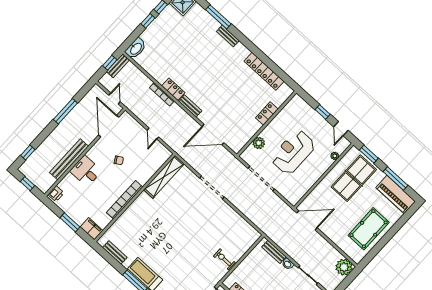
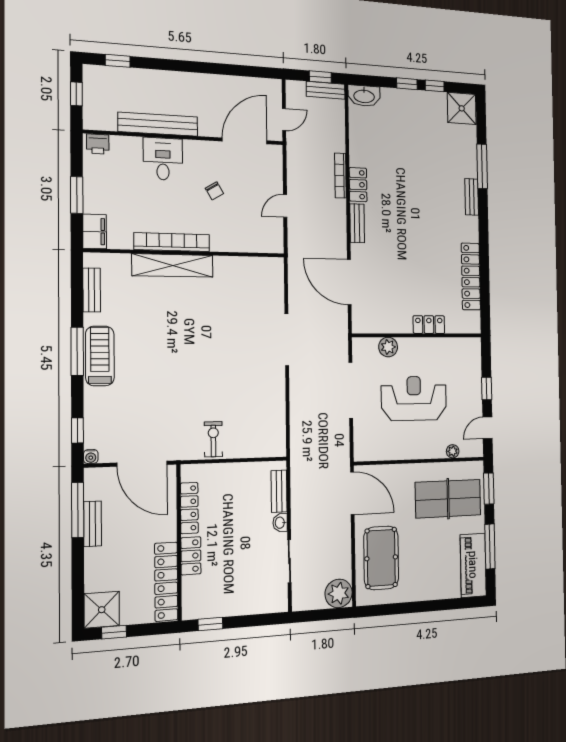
window: (65, 111) -> (214, 68), removed
shelving: (164, 177) -> (173, 265), moved
pool table: (369, 229) -> (381, 558), moved, turned 90

